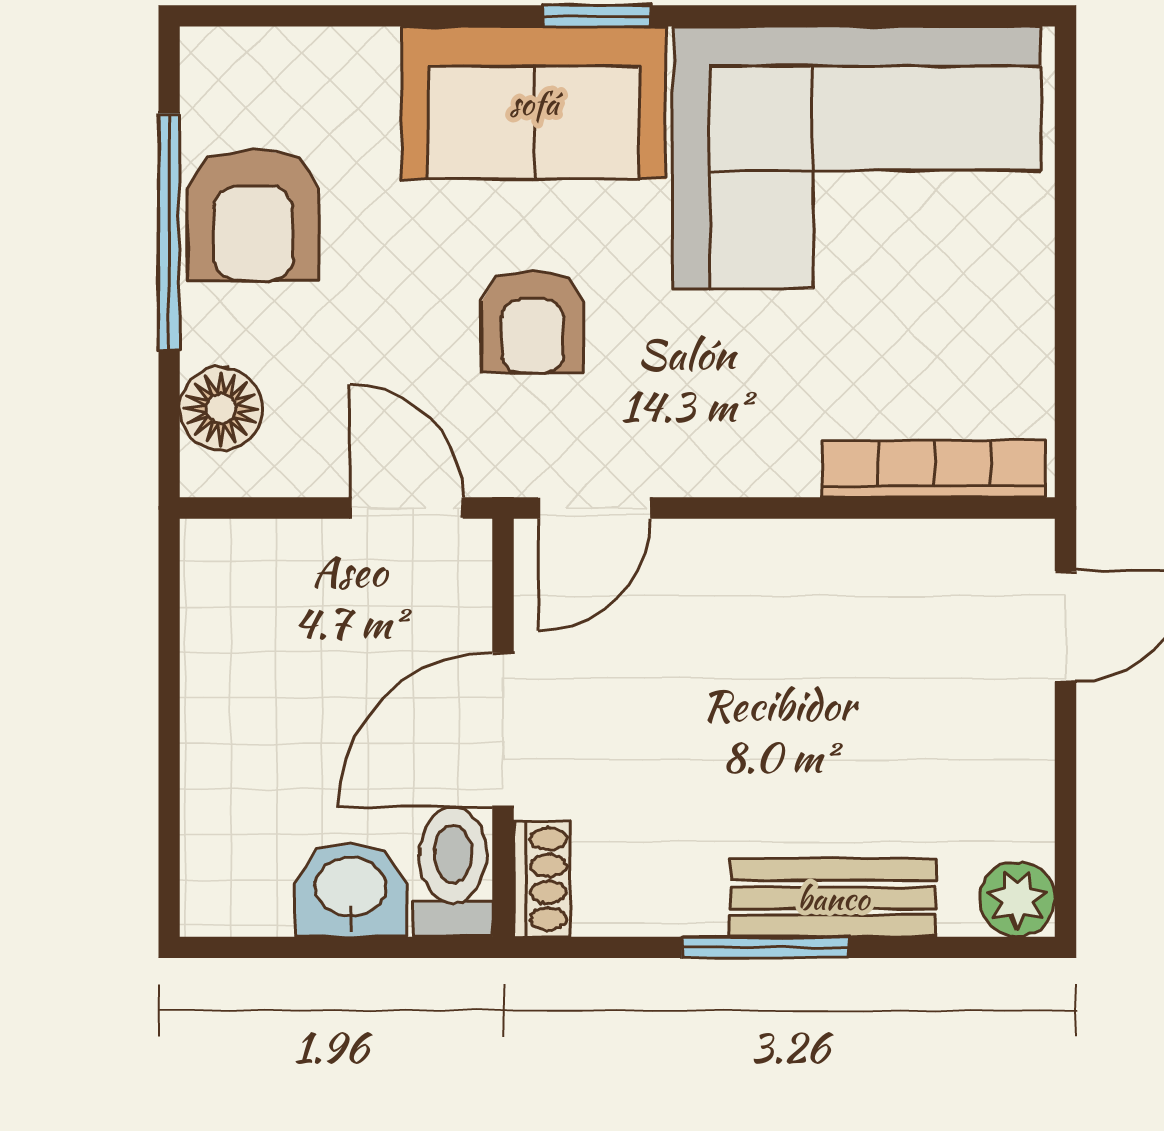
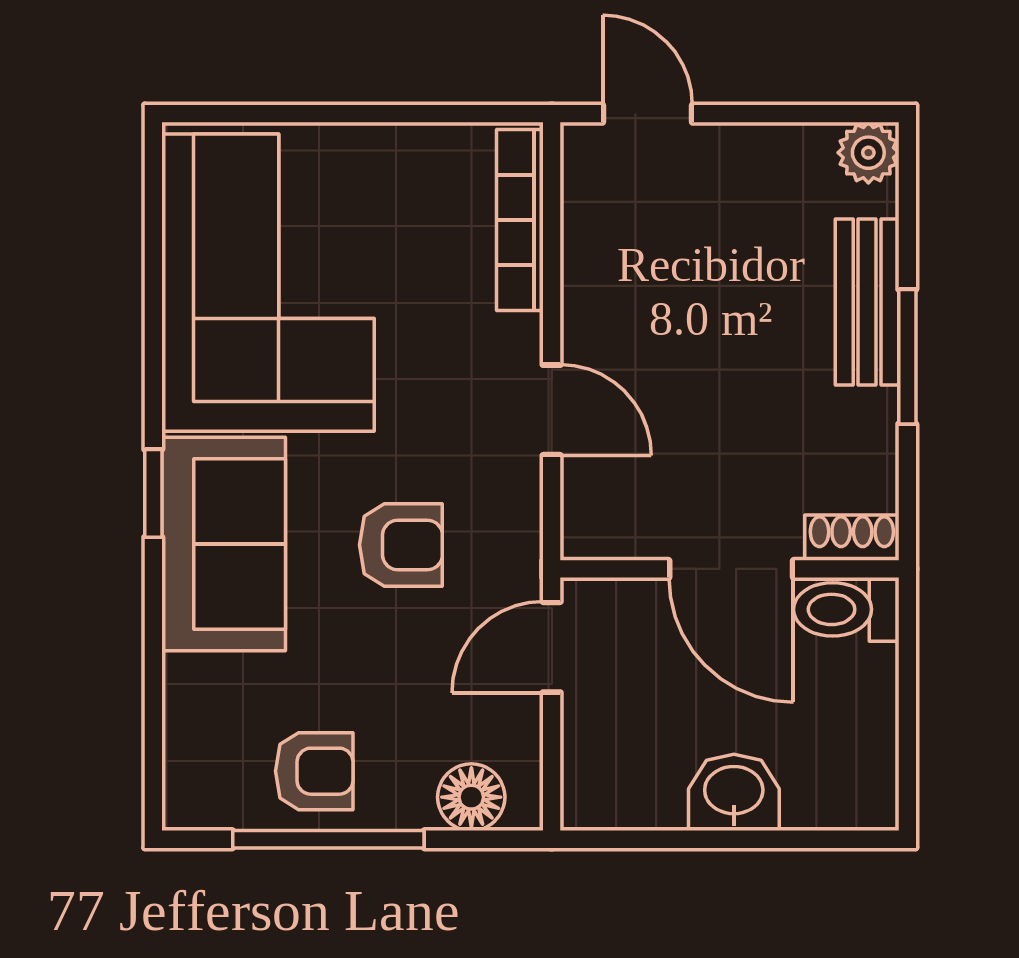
armchair: (253, 215) -> (314, 771), width x0.72, depth x0.72
door: (594, 508) -> (552, 410), moved
washbasin: (351, 889) -> (734, 792), moved, turned 90

